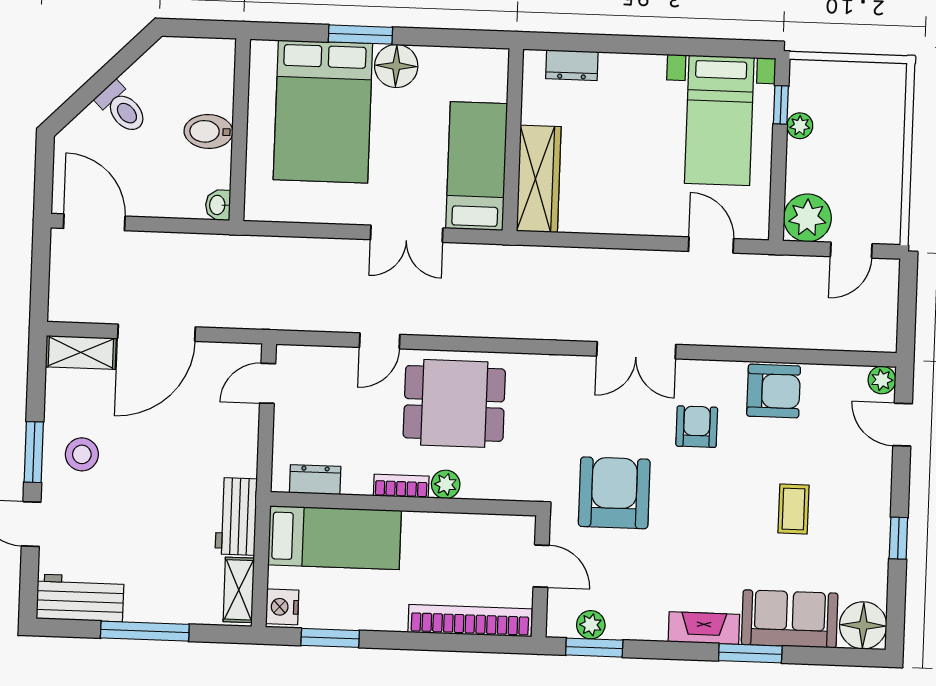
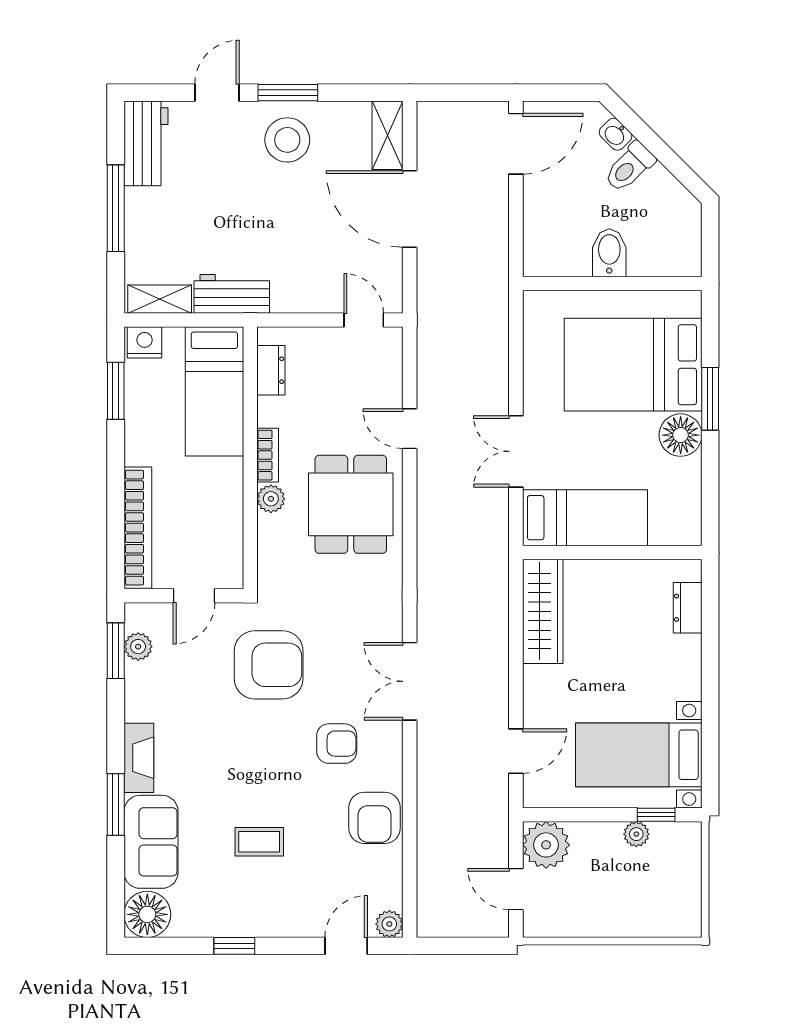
wardrobe: (539, 179) -> (543, 611), moved, turned -90
washbasin: (218, 205) -> (616, 134), moved, turned -135
stool: (82, 454) -> (287, 140), width x1.38, depth x1.38

